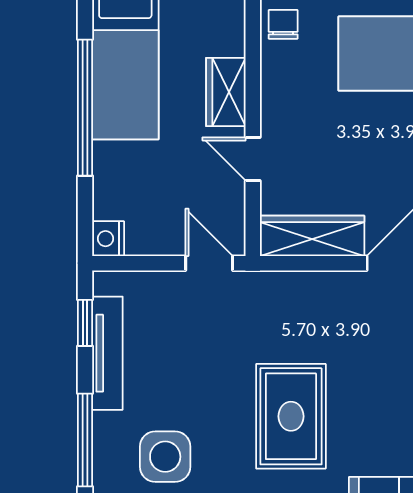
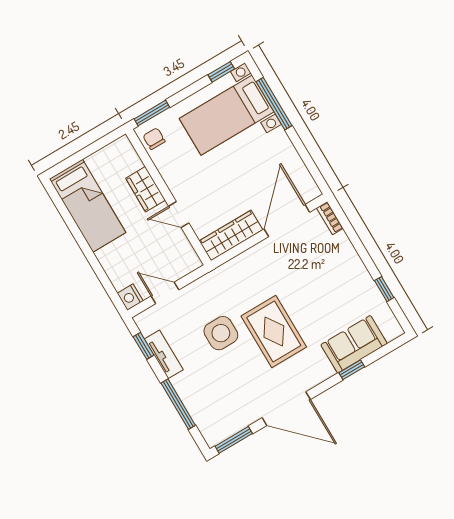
window: (85, 108) -> (80, 239), removed
door: (209, 263) -> (165, 293), moved
tv unit: (107, 353) -> (164, 354), width x0.71
side table: (165, 457) -> (221, 333), moved

